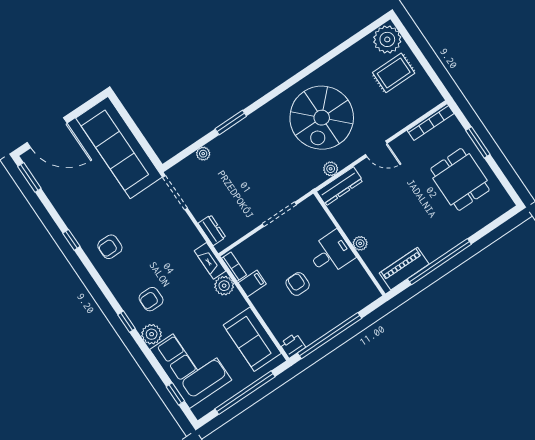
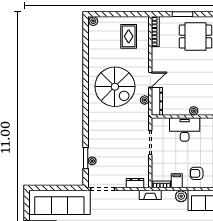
plant: (387, 39) -> (93, 21), width x0.53, depth x0.53
rug: (394, 73) -> (129, 36), moved
window: (231, 122) -> (86, 158), moved
door: (376, 149) -> (150, 80), moved
desk: (331, 253) -> (185, 129), width x1.37
armchair: (298, 284) -> (197, 173), moved
plant: (224, 286) -> (181, 196), moved

